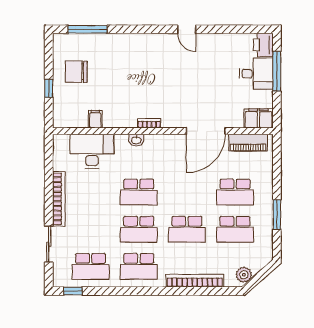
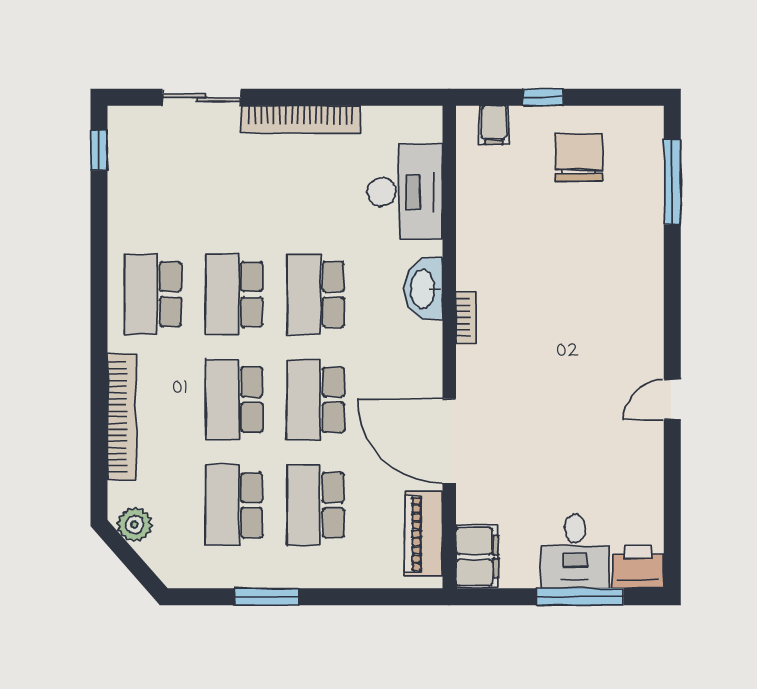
filing cabinet: (95, 119) -> (494, 125), moved, turned 90
washbasin: (136, 140) -> (424, 289), width x1.91, depth x1.45
school desk: (91, 266) -> (316, 400), moved

